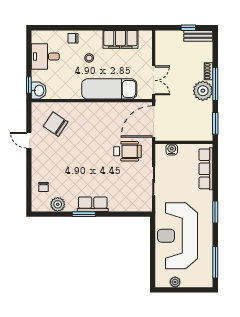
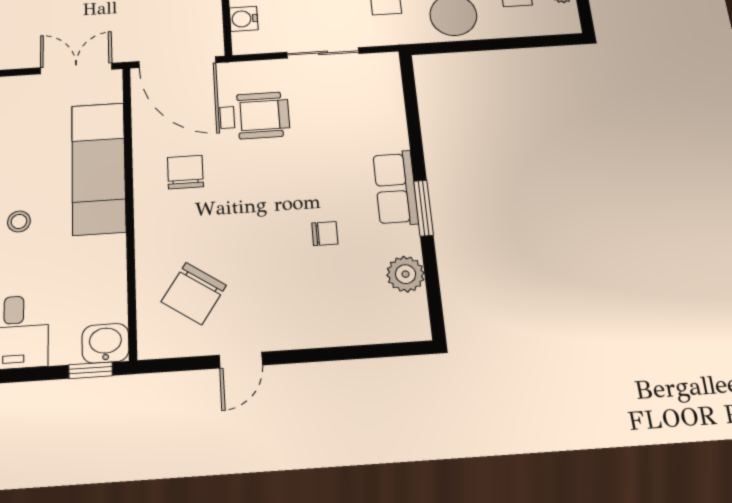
chair: (105, 123) -> (185, 172), added
wheelchair: (128, 151) -> (254, 116), turned 90
chair: (44, 187) -> (325, 234), moved

